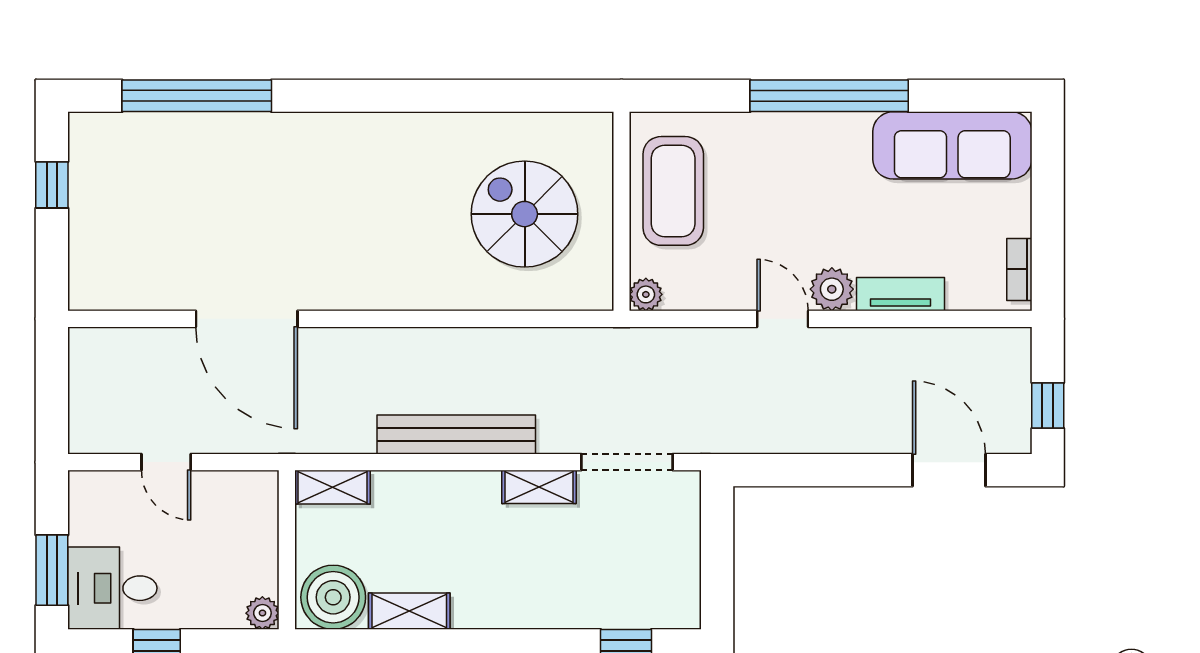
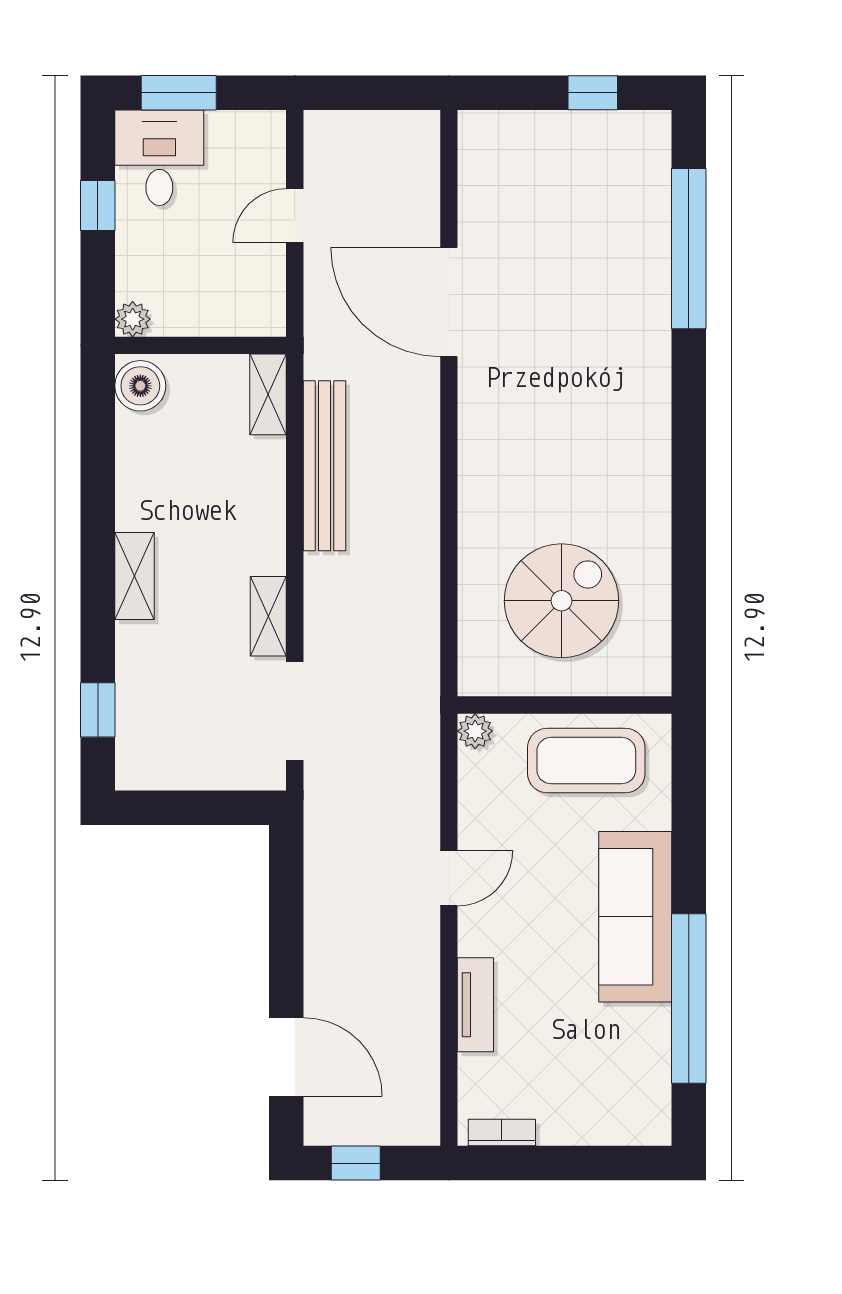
window: (829, 96) -> (689, 998), moved
sofa: (952, 145) -> (635, 917), moved
plant: (832, 289) -> (481, 931), removed
door: (247, 319) -> (449, 302), hinge flipped
bench: (456, 435) -> (324, 466), moved
door: (949, 470) -> (286, 1057), hinge flipped
boiler: (333, 597) -> (140, 386), width x0.73, depth x0.73
shelving: (409, 611) -> (135, 576), moved

